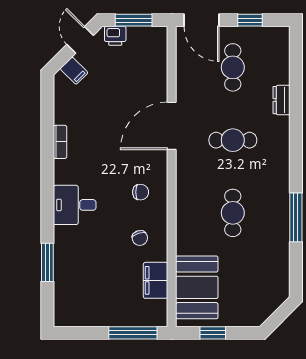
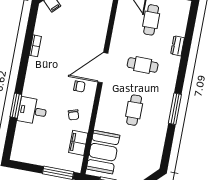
door: (172, 126) -> (103, 68), moved
desk: (75, 205) -> (32, 111), moved
window: (296, 217) -> (175, 109), moved
window: (47, 262) -> (16, 106), moved

